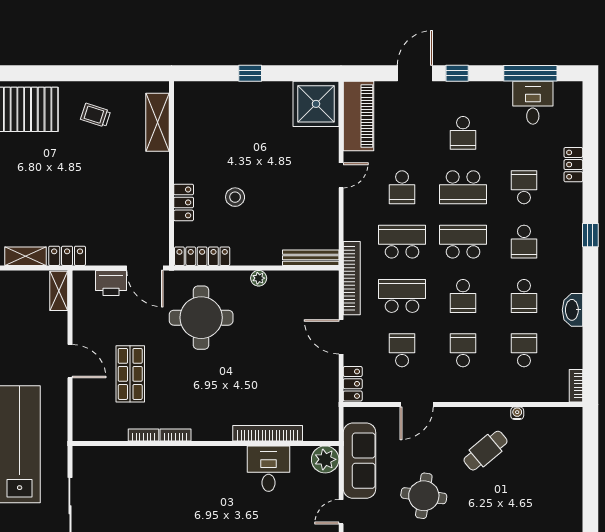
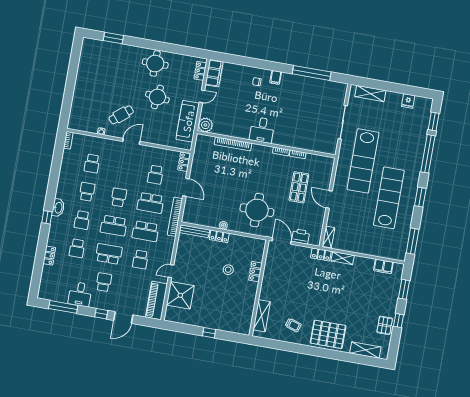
desk: (533, 103) -> (80, 294), moved
shower: (316, 104) -> (180, 295), moved
school desk: (402, 187) -> (140, 259), turned 180
school desk: (524, 242) -> (82, 220), turned 180
locker: (202, 256) -> (219, 236), moved, width x0.66
washbasin: (572, 310) -> (58, 208), moved
school desk: (463, 350) -> (124, 169), removed
door: (417, 404) -> (131, 141), moved
desk: (269, 469) -> (262, 130), moved

